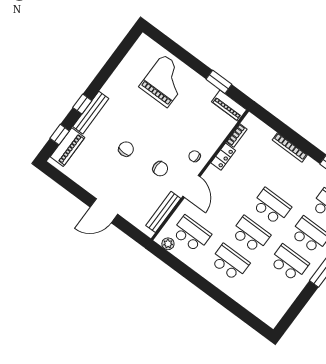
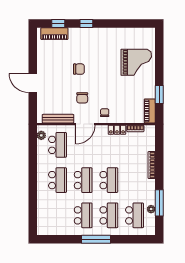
bench: (91, 113) -> (85, 32), removed

